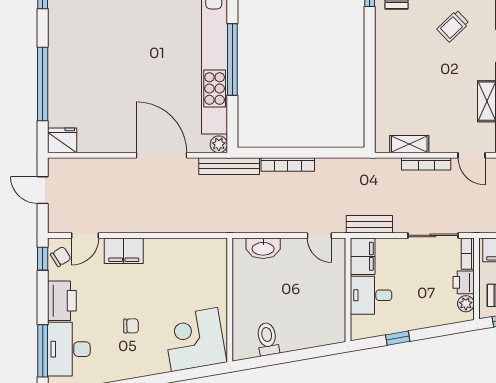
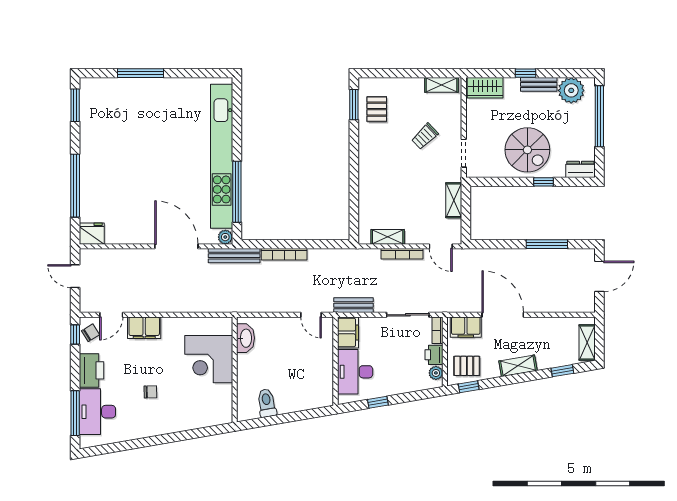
window: (232, 59) -> (237, 192), moved
washbasin: (263, 248) -> (245, 338), moved, turned -90
desk: (371, 295) -> (355, 372), width x1.37
corner desk: (195, 340) -> (209, 359), moved, turned -80

